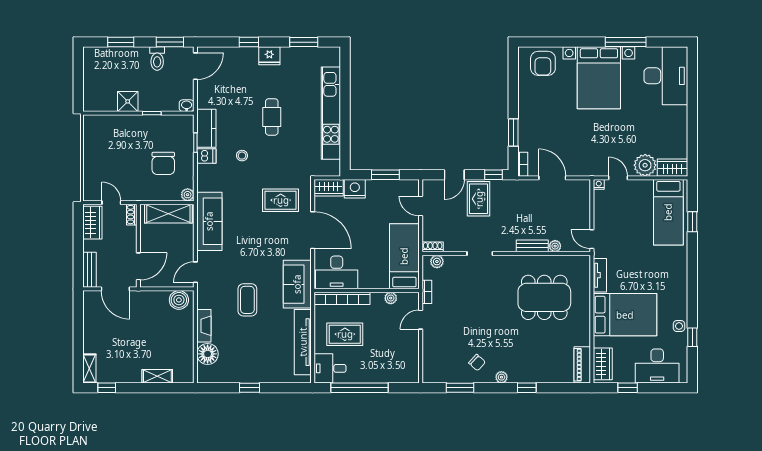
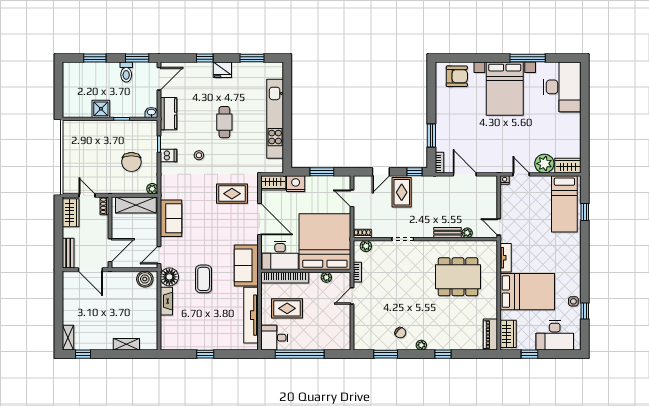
armchair: (543, 63) -> (457, 76), turned -90
kitchen counter: (206, 128) -> (168, 114), moved
sofa: (209, 221) -> (171, 218), width x0.73
bed: (404, 256) -> (325, 242), width x2.04
floor lamp: (208, 354) -> (169, 277), moved

